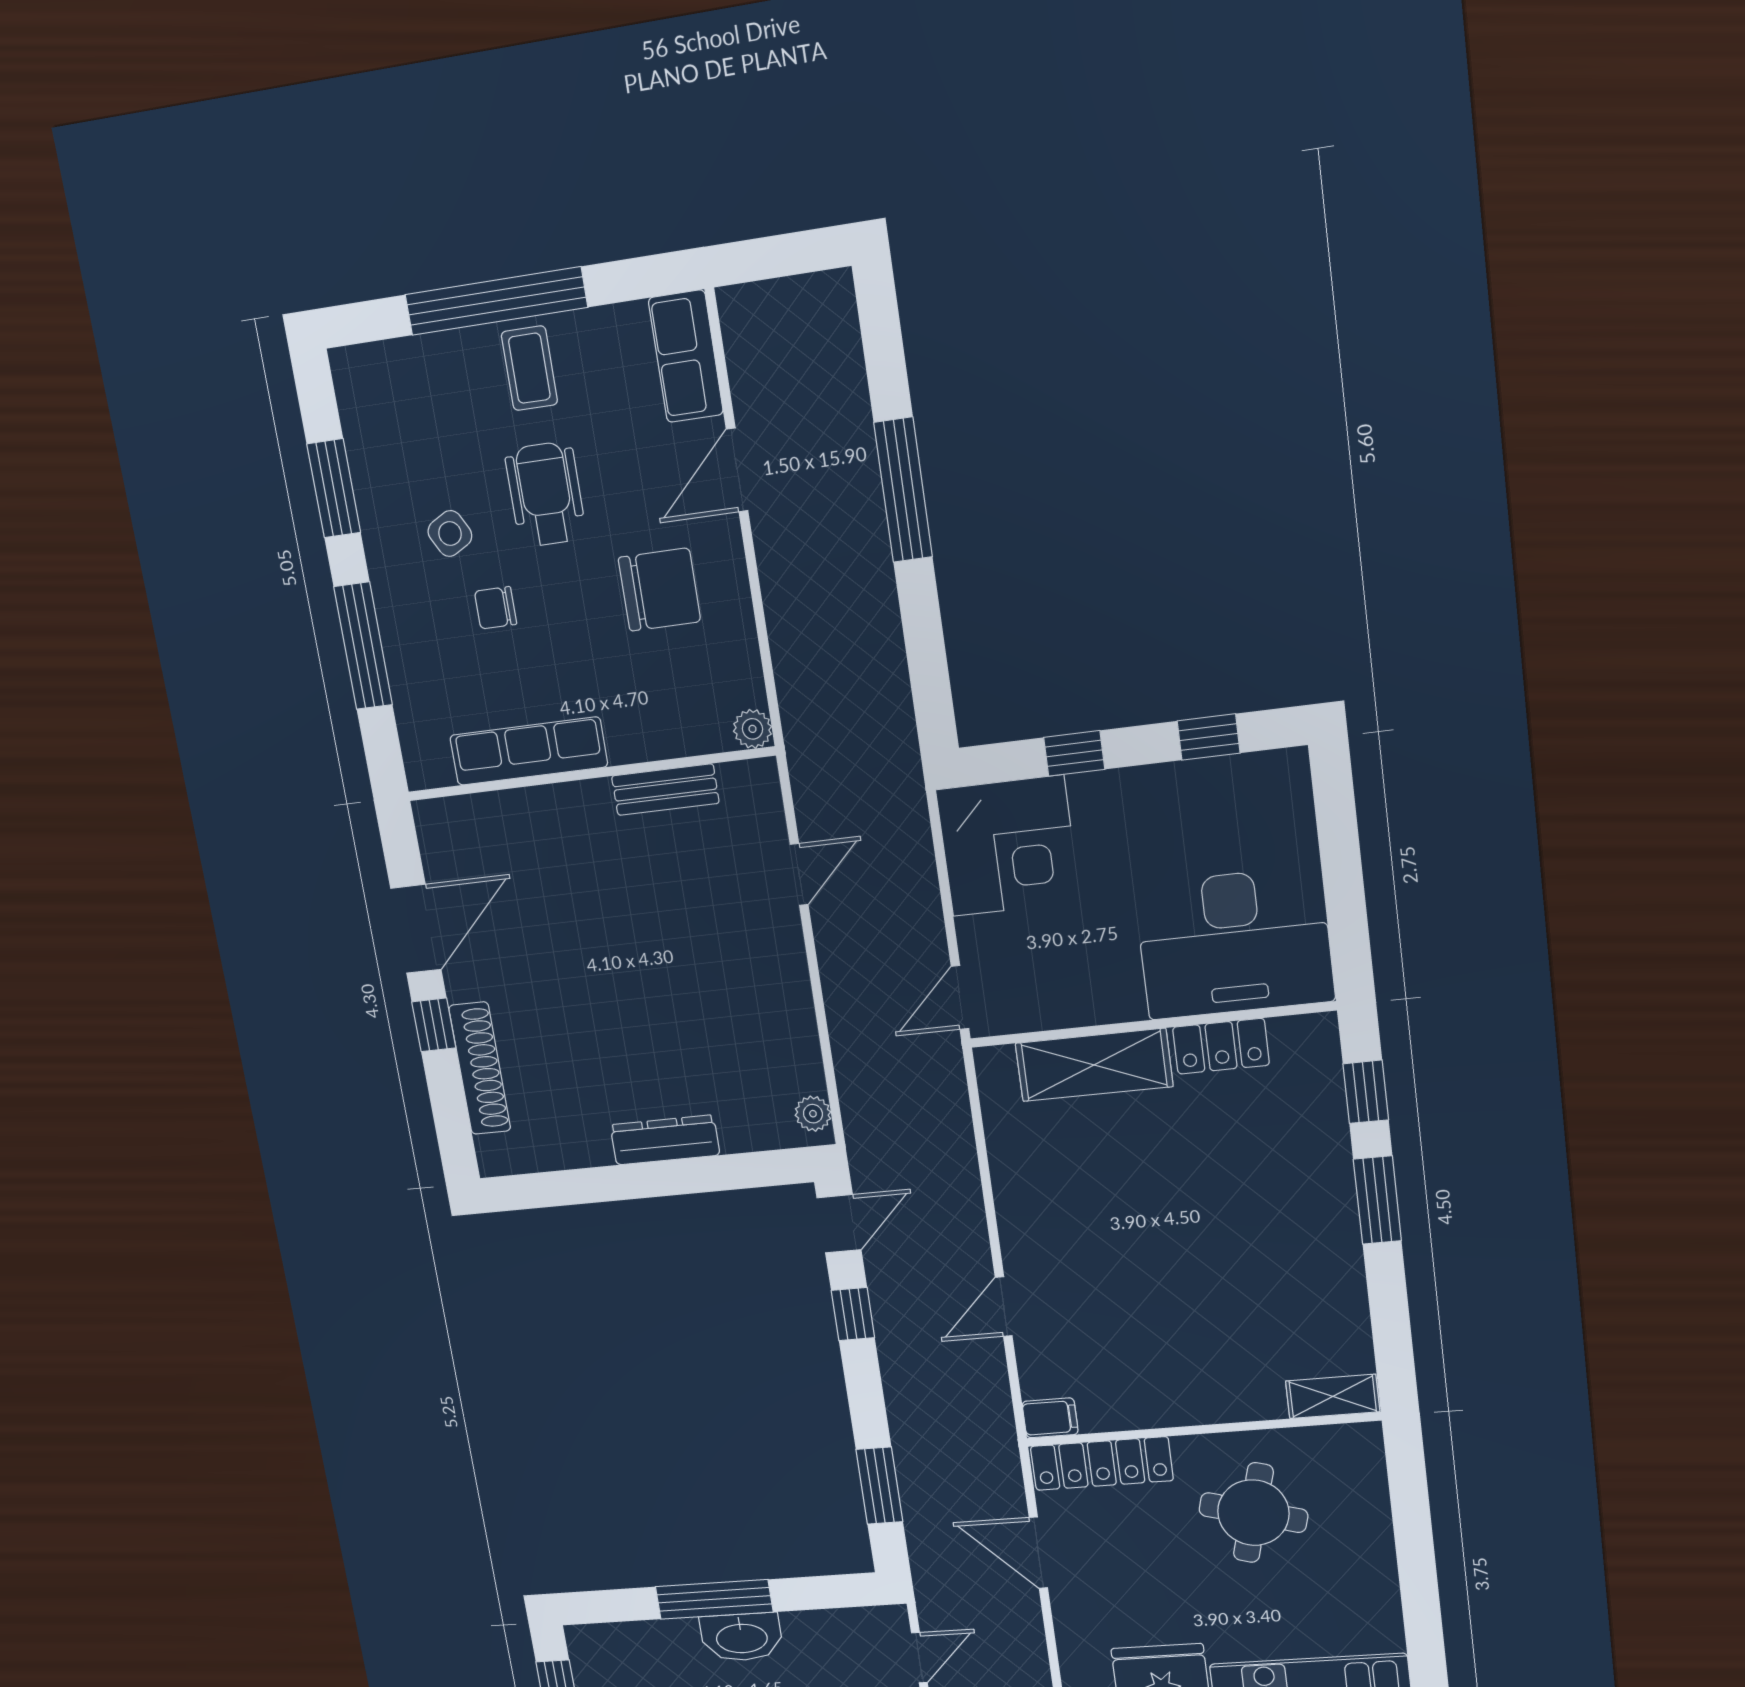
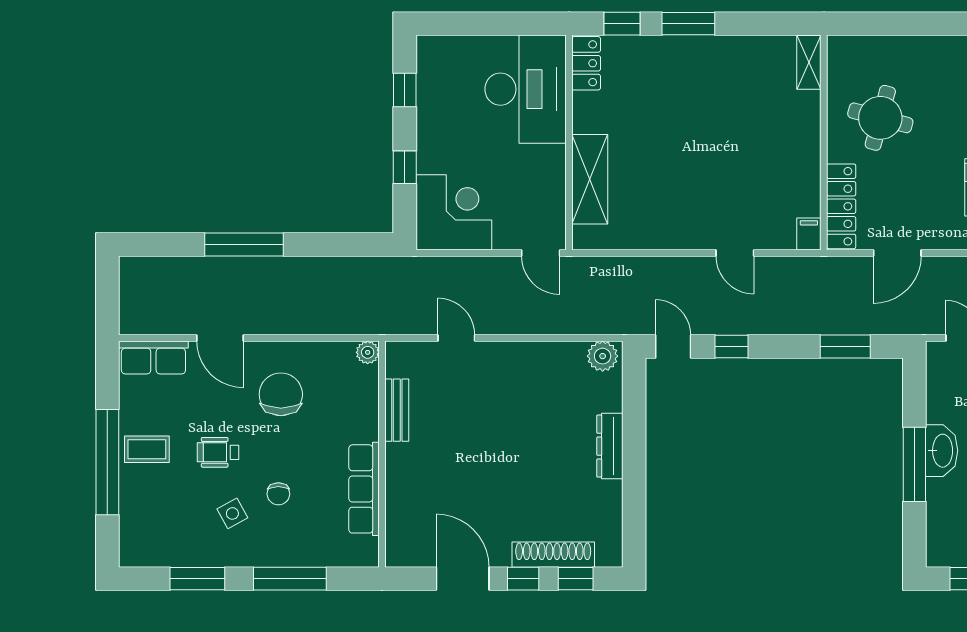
wheelchair: (546, 494) -> (218, 452), width x0.73, depth x0.73
locker: (1221, 1046) -> (586, 63), moved
window: (449, 1107) -> (576, 579), added
plant: (813, 1114) -> (603, 356), width x1.38, depth x1.38

